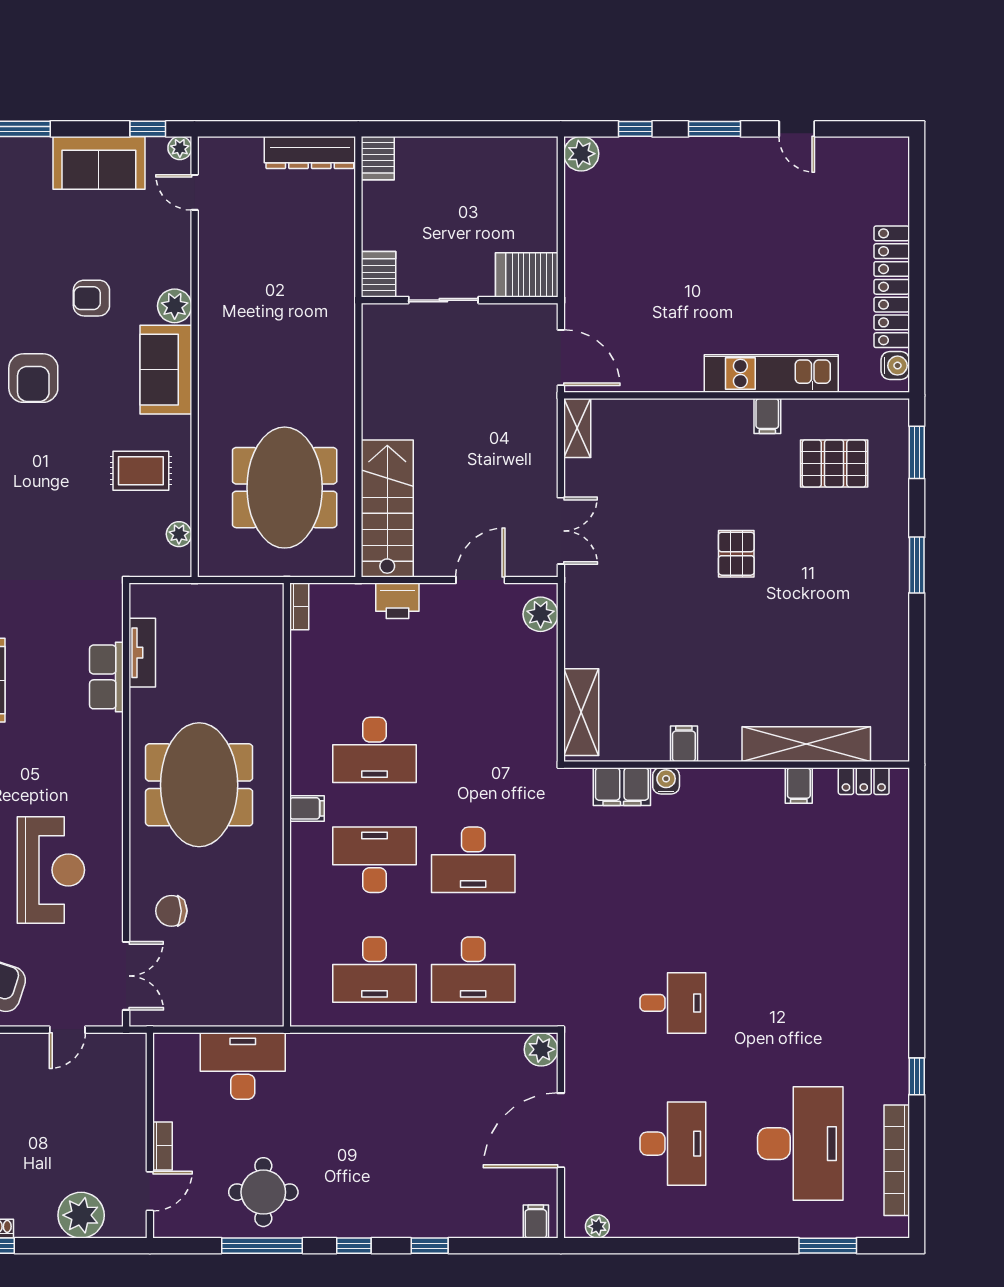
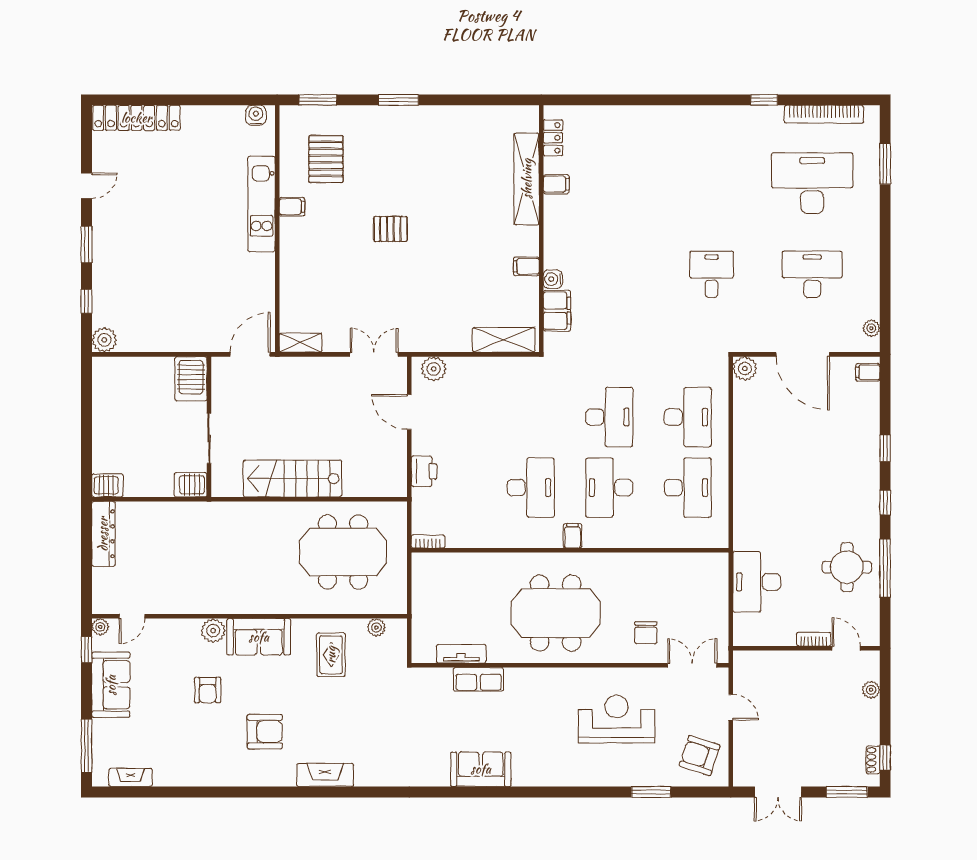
locker: (892, 287) -> (136, 118), moved
stairs: (387, 508) -> (292, 479), moved
plant: (81, 1215) -> (871, 690), width x0.53, depth x0.53

